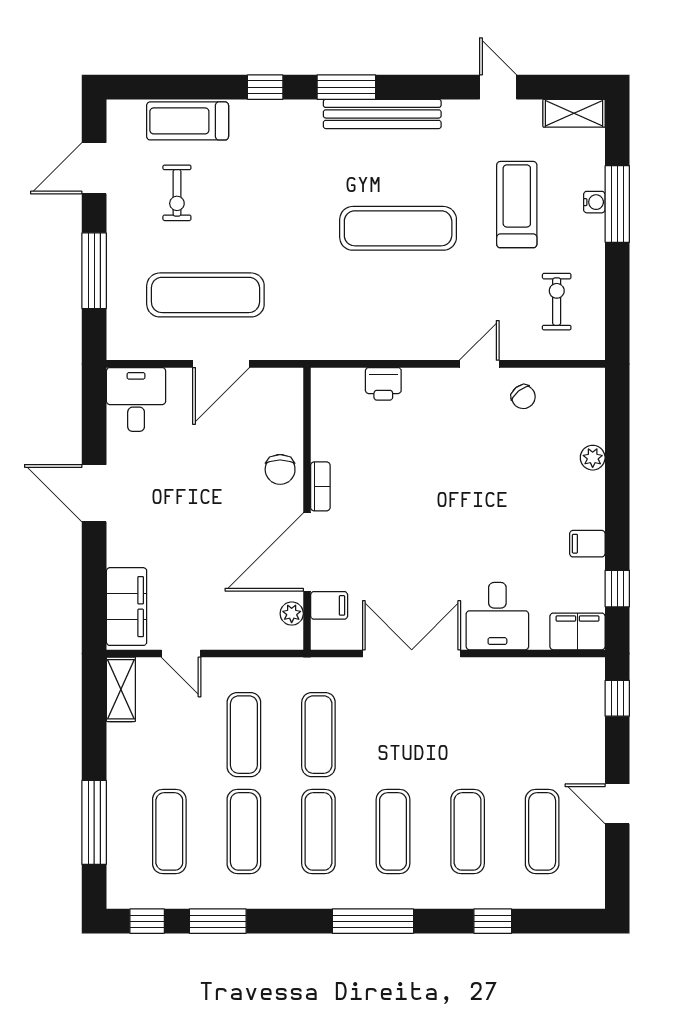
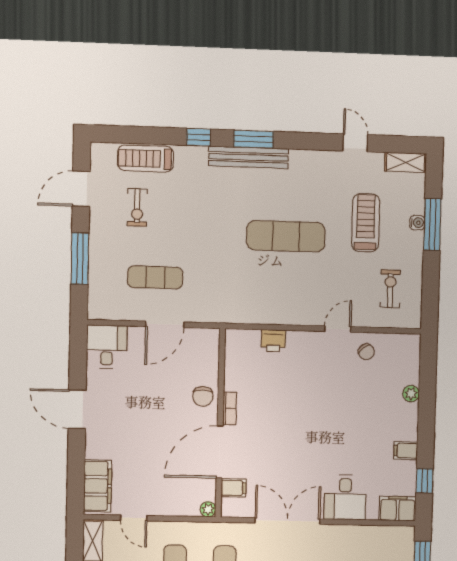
bench: (382, 114) -> (248, 157), moved
exercise mat: (205, 295) -> (155, 277), width x0.73, depth x0.69
plant: (292, 614) -> (208, 509), moved

